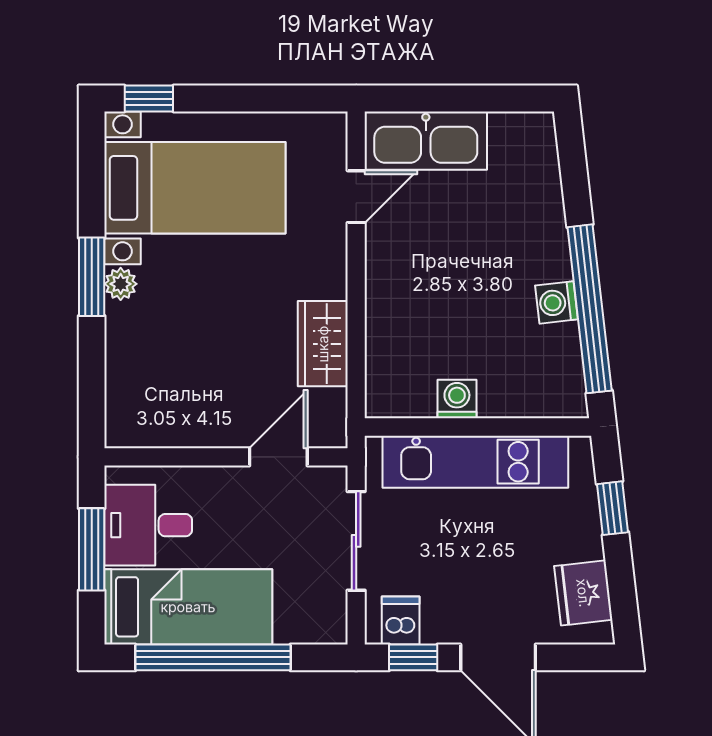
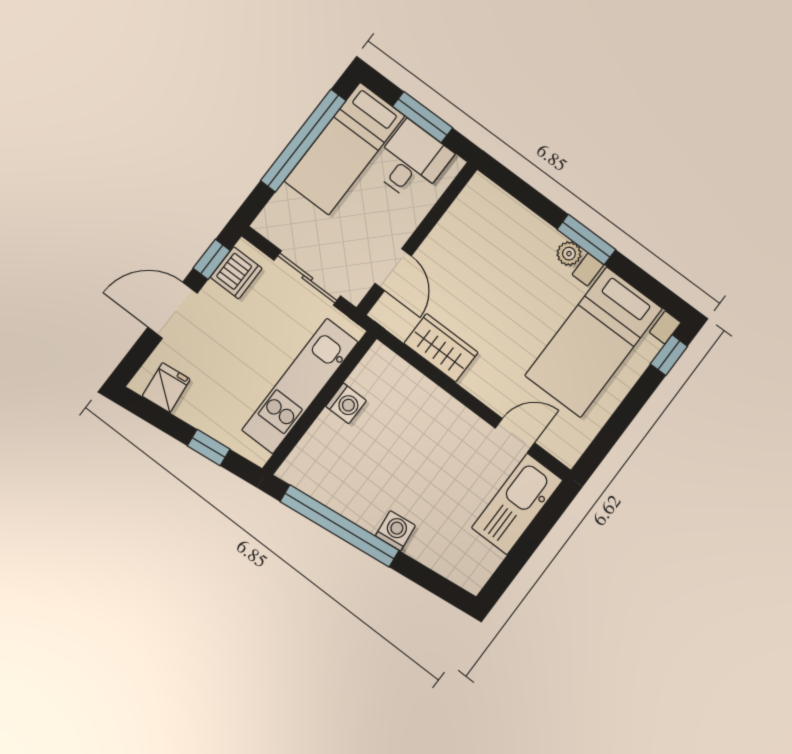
door: (356, 197) -> (515, 435), swing flipped
washing machine: (557, 302) -> (395, 531), moved
fridge: (583, 593) -> (166, 388), width x0.72
dishwasher: (401, 620) -> (236, 273), width x1.38

